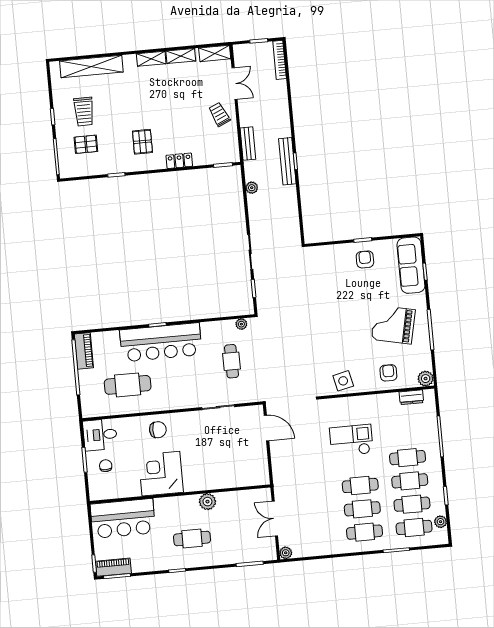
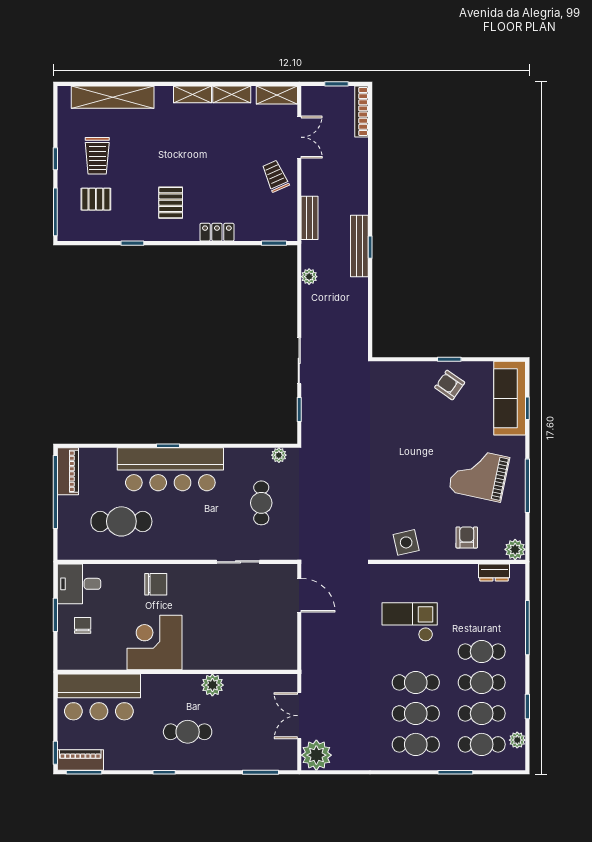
armchair: (365, 259) -> (450, 385), turned -55
plant: (286, 553) -> (316, 755), width x1.87, depth x1.87

